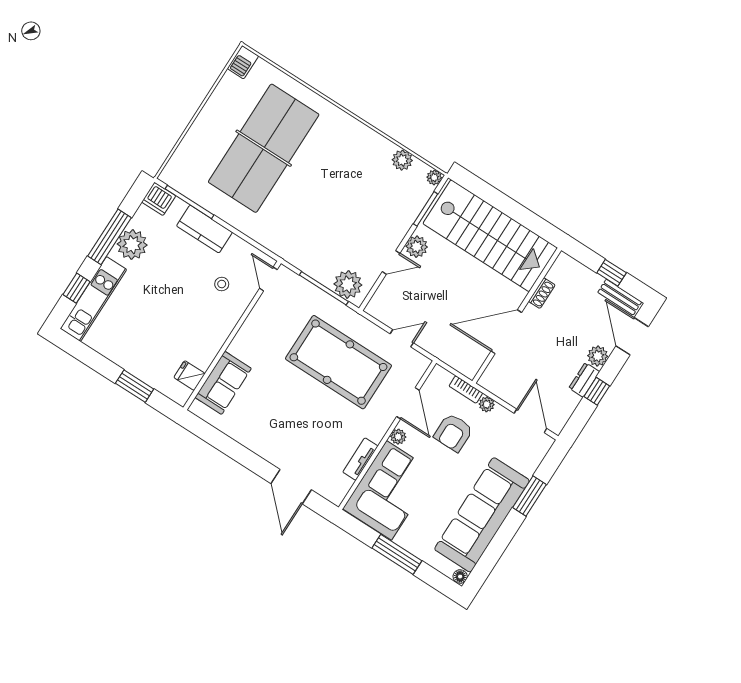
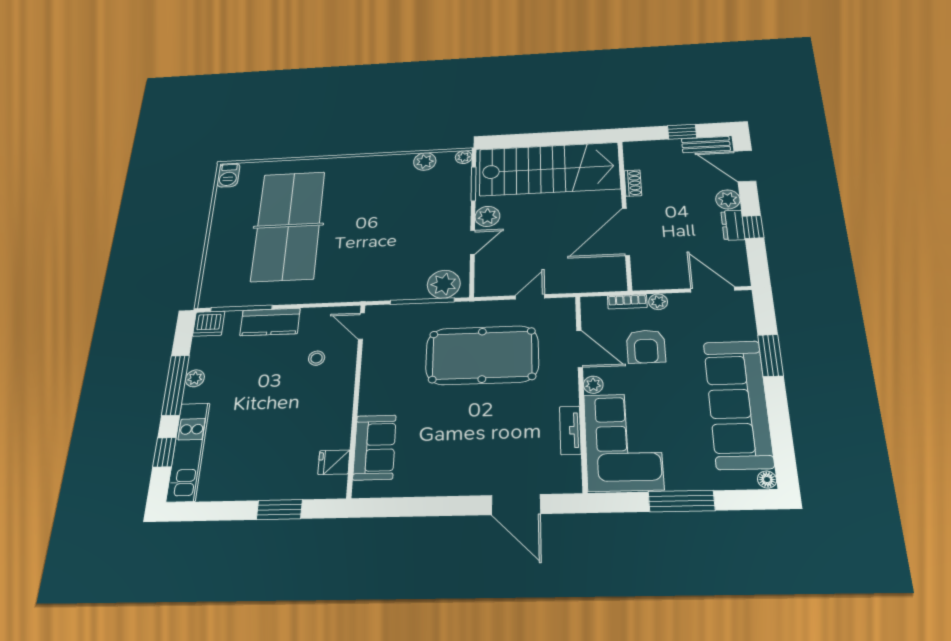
plant: (132, 245) -> (195, 378), width x0.53, depth x0.53

